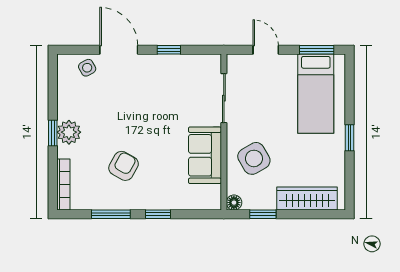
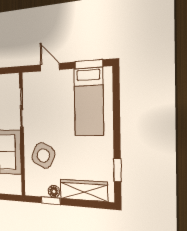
window: (349, 138) -> (117, 170), moved
side table: (254, 158) -> (43, 156), turned -34
floor lamp: (234, 203) -> (54, 192), moved

